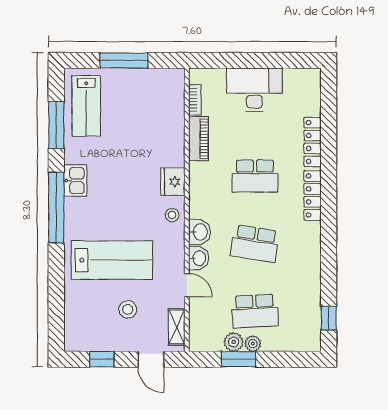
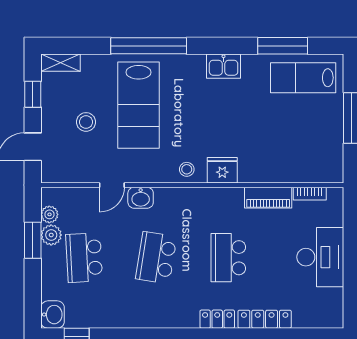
locker: (312, 195) -> (217, 319), width x0.66
window: (56, 207) -> (149, 46), moved
washbasin: (200, 232) -> (53, 315), moved, turned -90
shelving: (177, 327) -> (60, 63), moved
plant: (253, 344) -> (49, 214), moved

